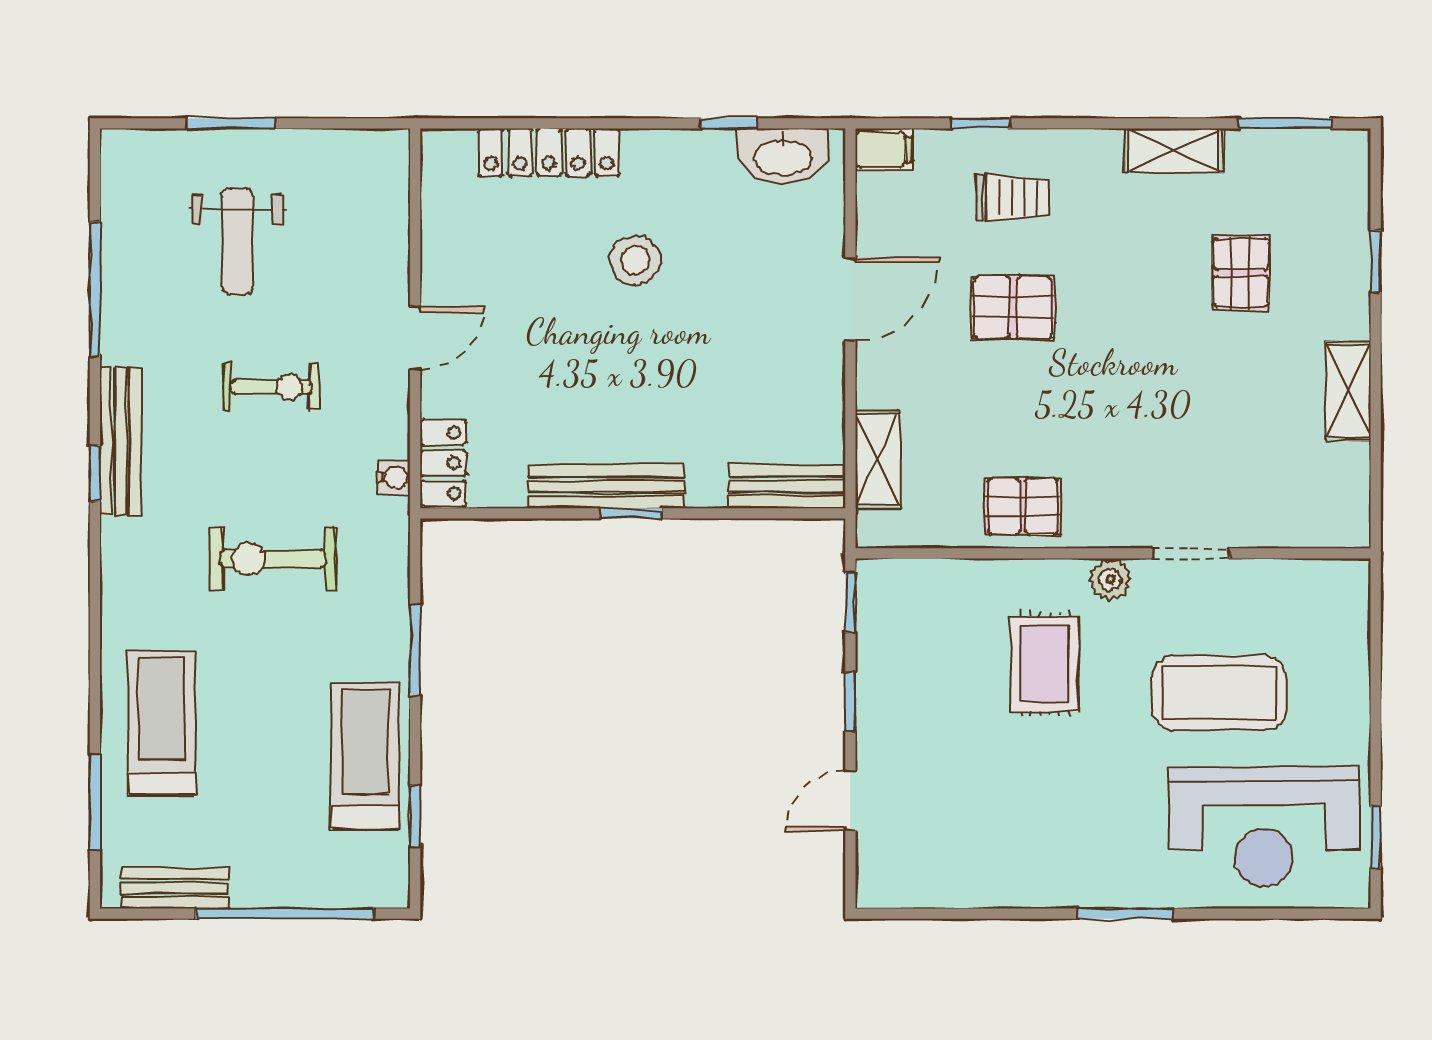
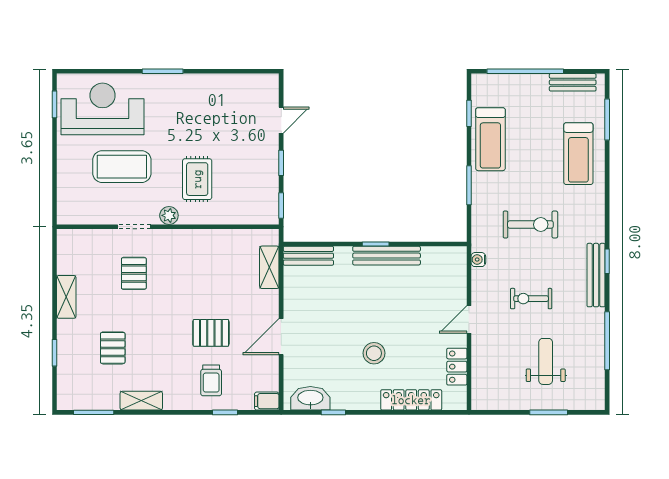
trolley: (1013, 197) -> (211, 380), turned -90
locker: (443, 463) -> (457, 367), moved
pallet: (1023, 506) -> (134, 273), moved, turned 90

